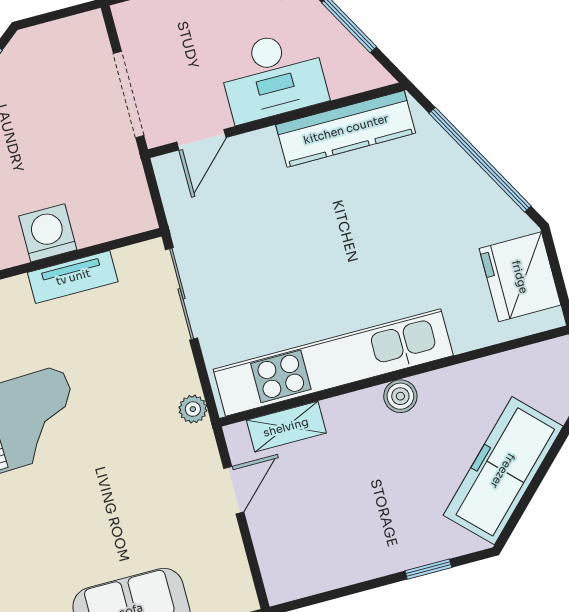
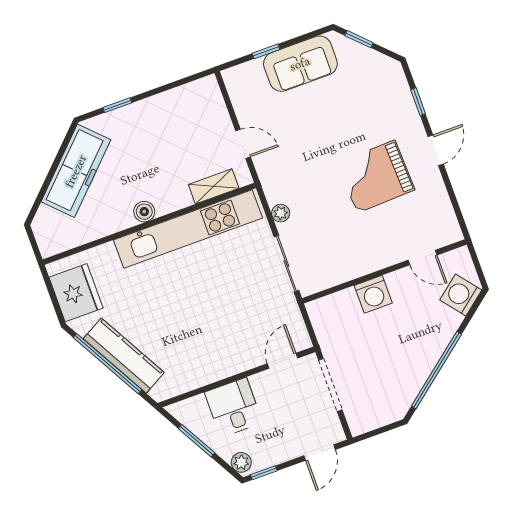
desk: (273, 76) -> (233, 407), width x0.73
kitchen counter: (346, 129) -> (124, 356), moved, turned 61
tv unit: (73, 277) -> (355, 268), removed
plant: (193, 409) -> (281, 213), moved
door: (234, 490) -> (243, 144), swing flipped

